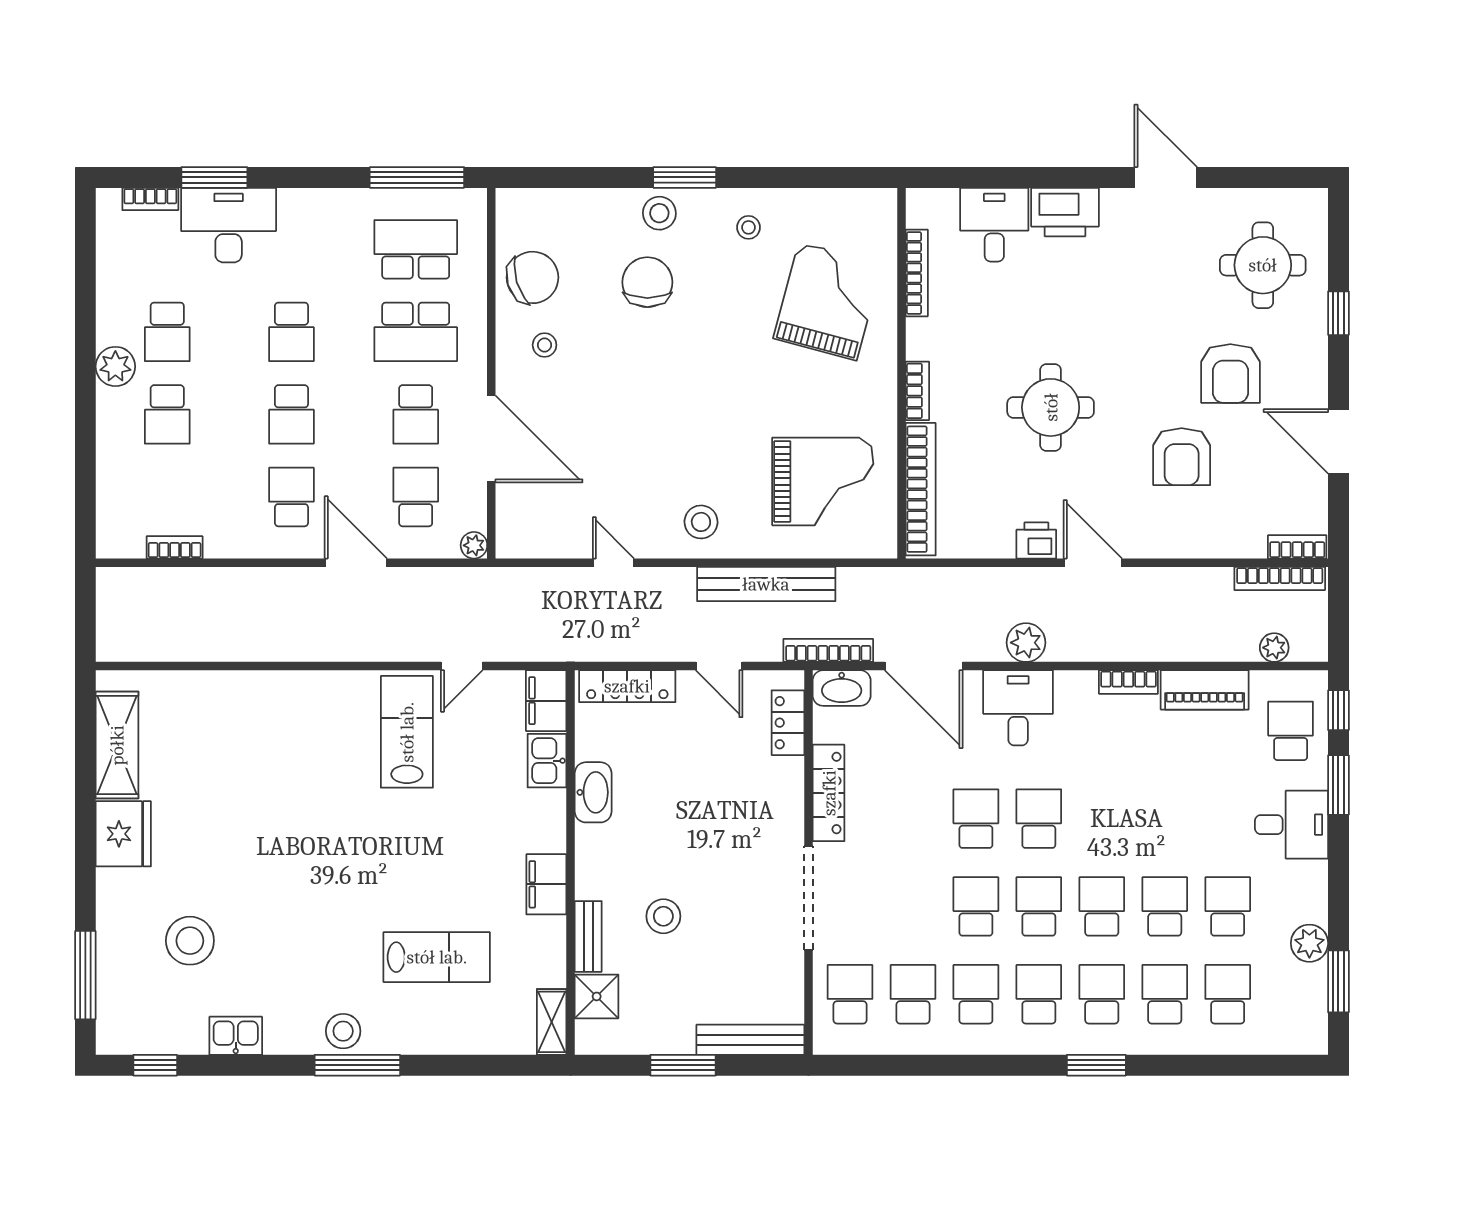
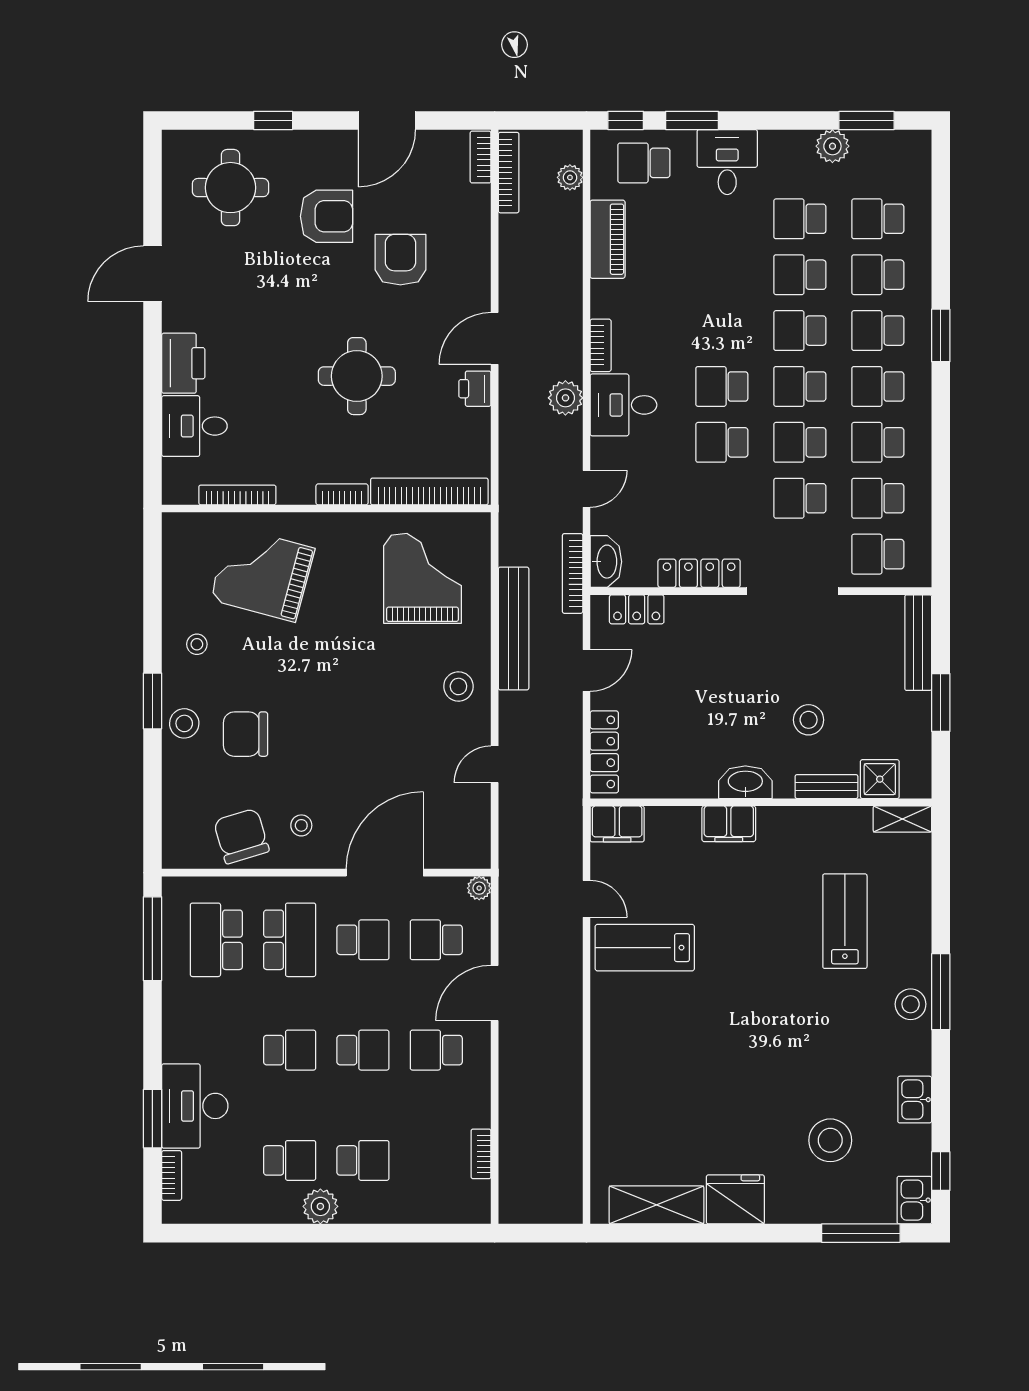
armchair: (1182, 457) -> (400, 260), turned -90
door: (924, 666) -> (586, 489), width x0.53
bookcase: (1128, 682) -> (601, 345), moved
kitchen sink: (547, 761) -> (914, 1200), moved, turned 90
washbasin: (593, 792) -> (745, 782), moved
filing cabinet: (546, 884) -> (729, 824), moved
school desk: (913, 906) -> (800, 498), added

